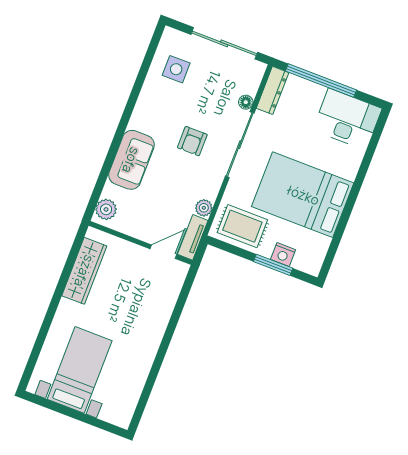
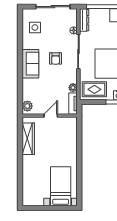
sofa: (131, 160) -> (30, 64), moved
door: (163, 252) -> (51, 116), moved
bed with nightstands: (80, 370) -> (61, 186), moved

